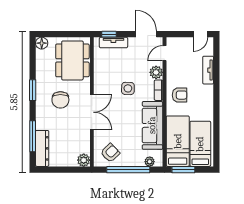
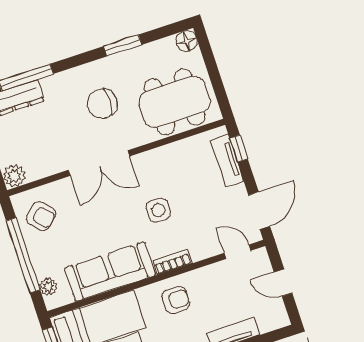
door: (200, 34) -> (283, 283), moved
plant: (156, 72) -> (201, 248), removed
window: (33, 90) -> (123, 45), moved
armchair: (180, 95) -> (176, 300), turned -90

